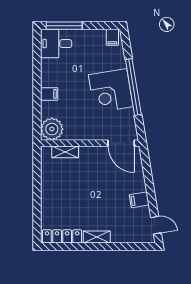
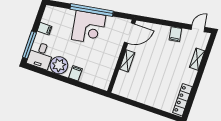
filing cabinet: (112, 37) -> (45, 29), moved
plant: (52, 129) -> (59, 65), moved
shelving: (65, 152) -> (127, 61), moved
shelving: (97, 237) -> (197, 59), moved

